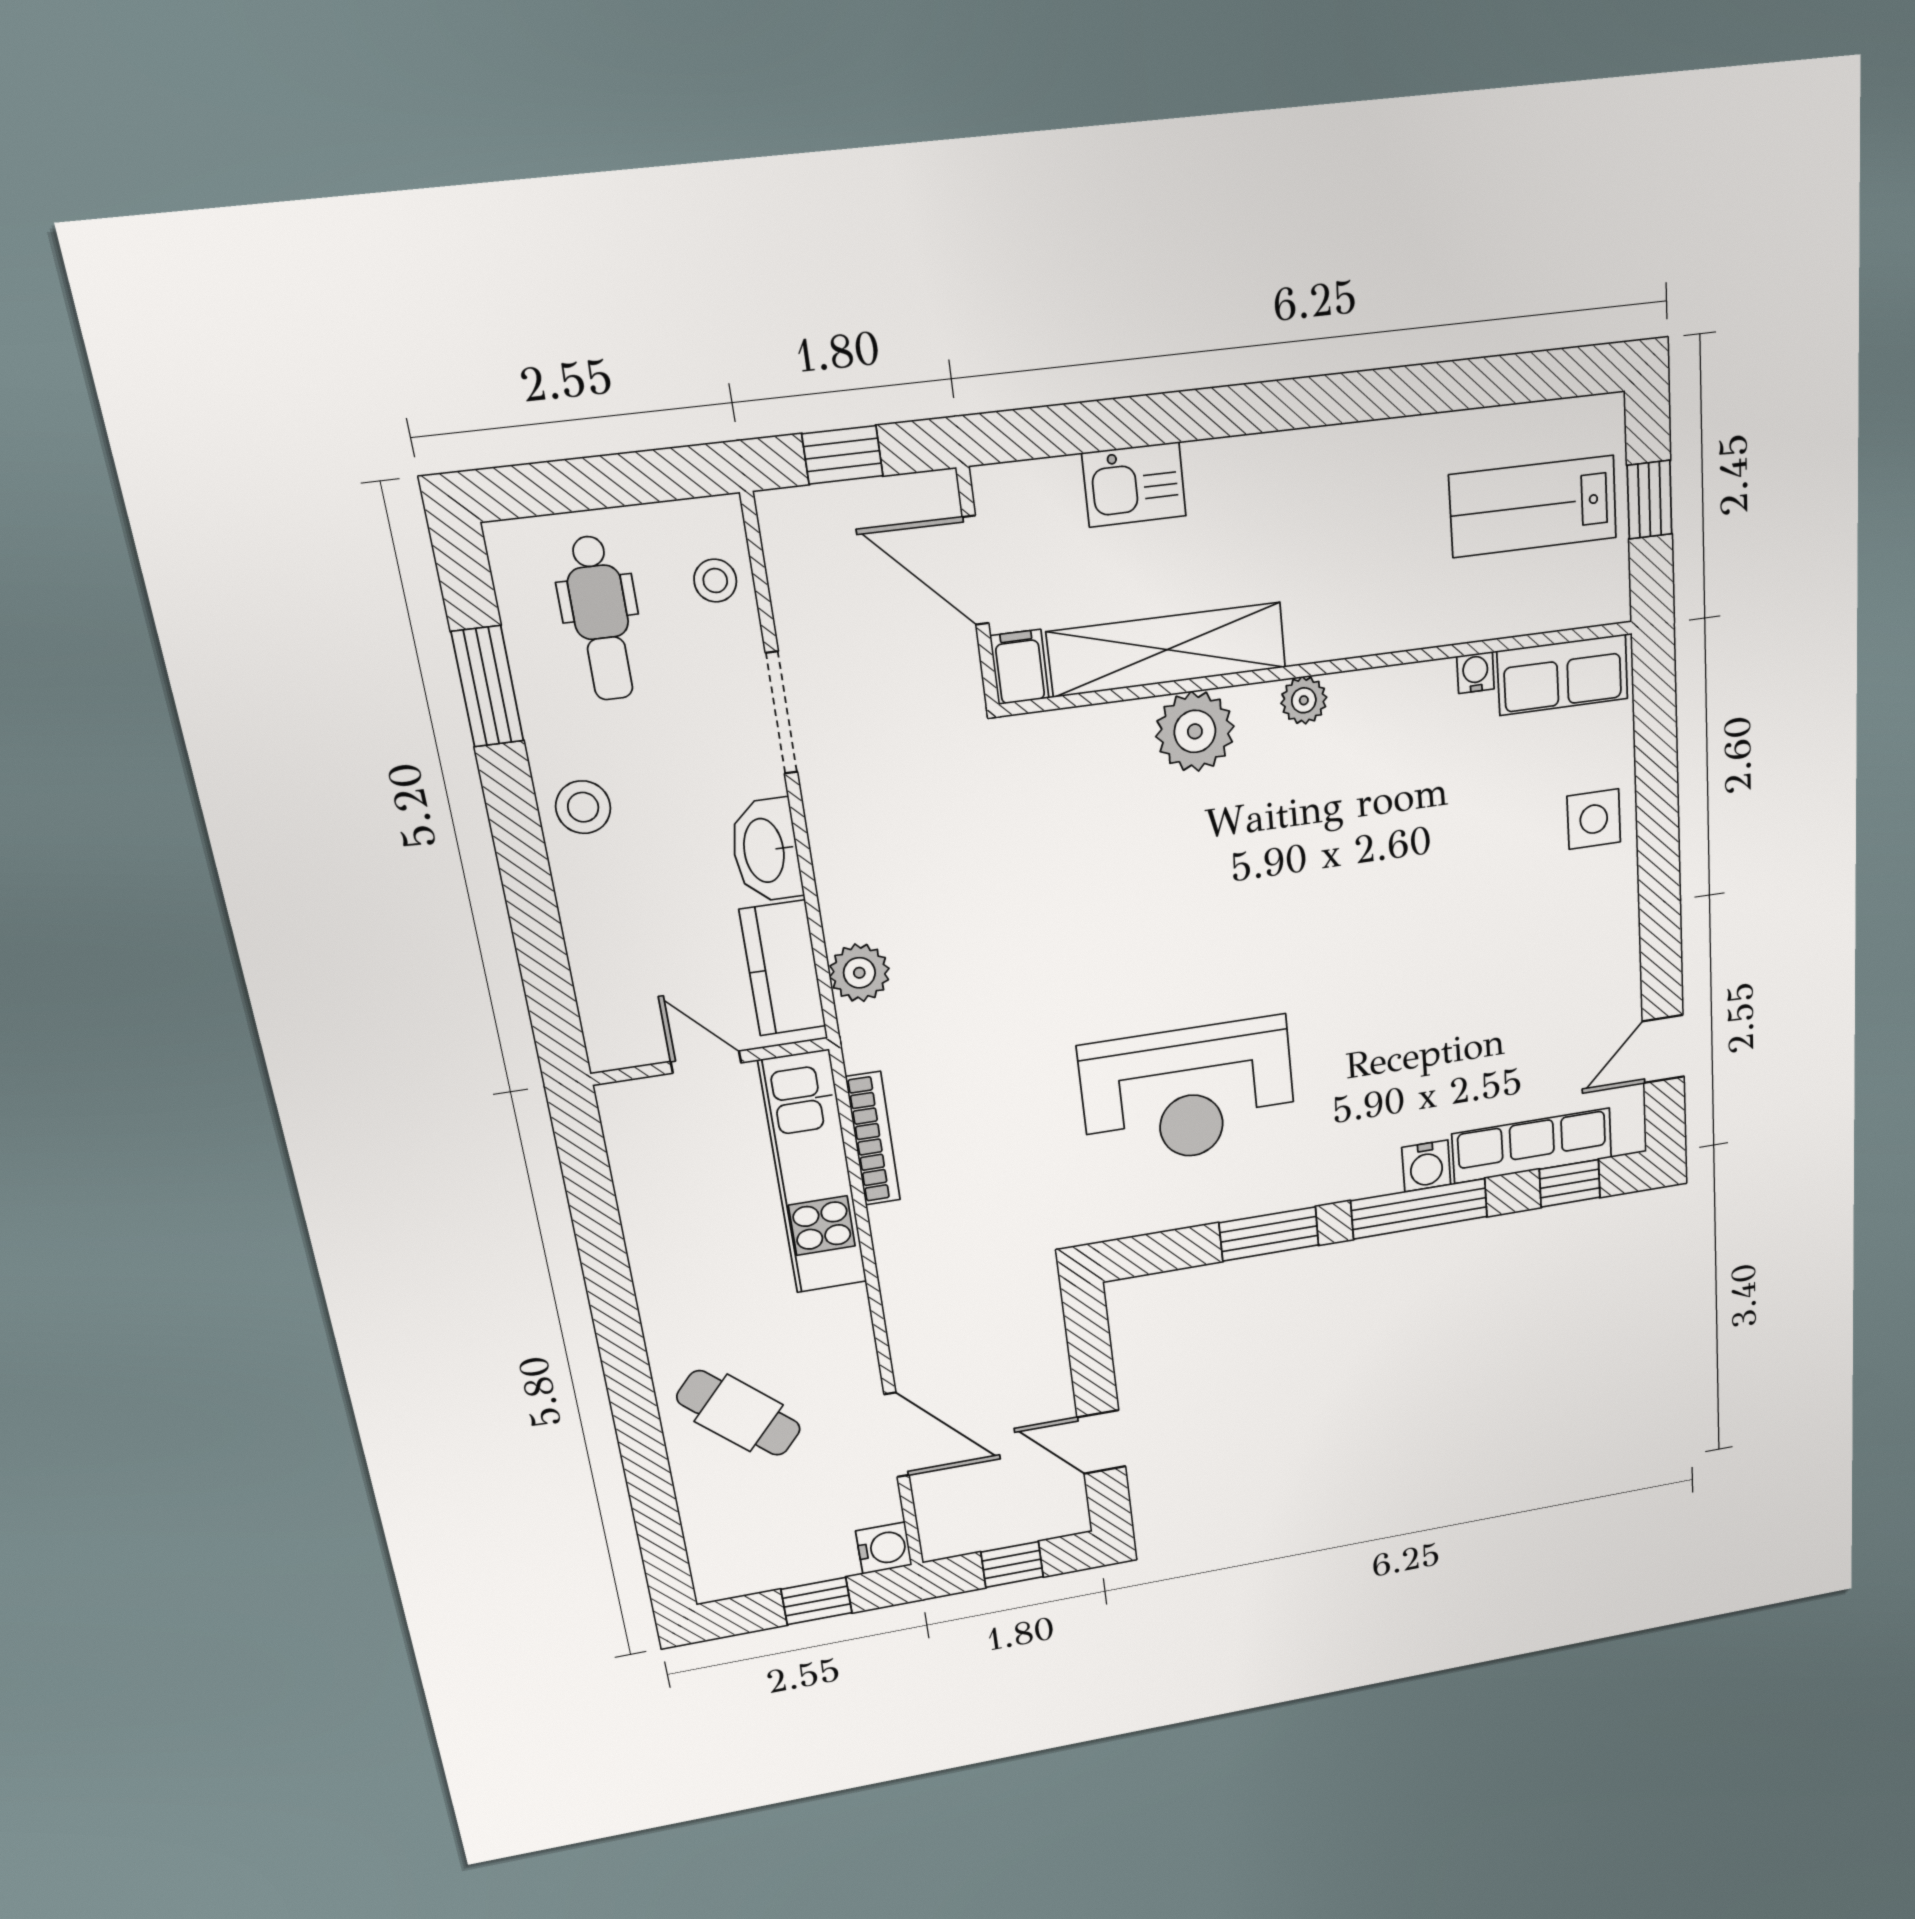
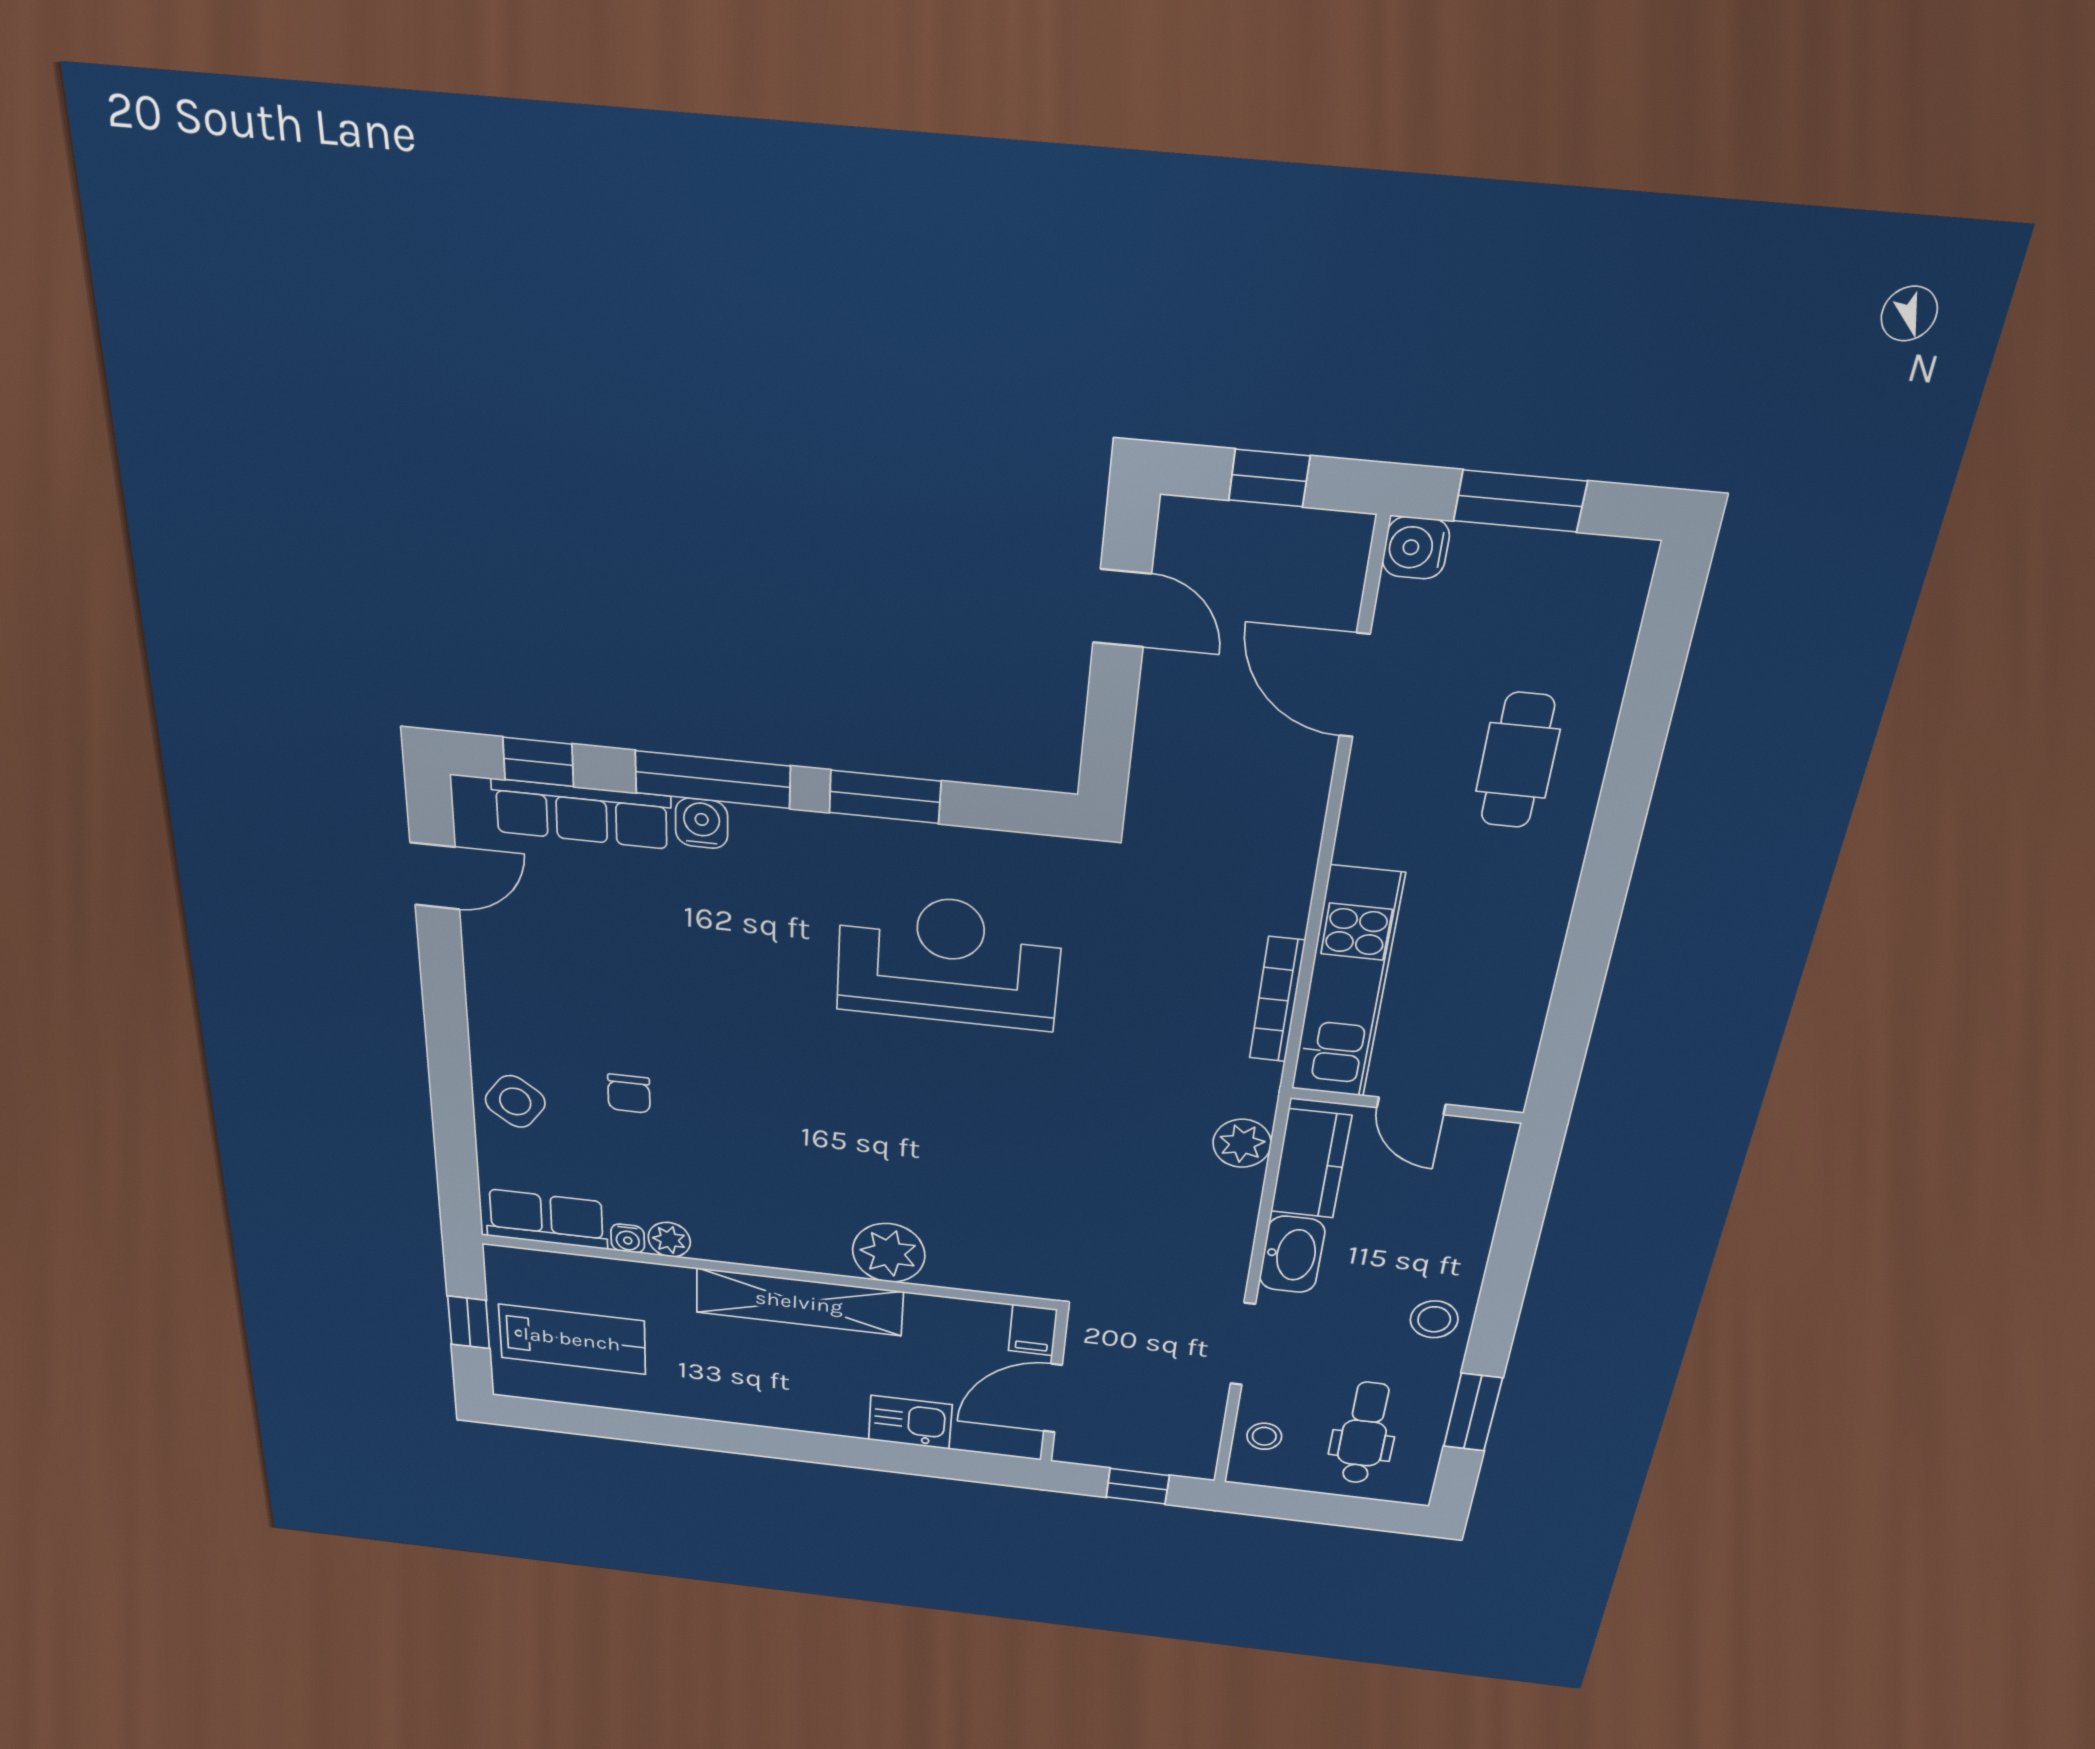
door: (976, 570) -> (1053, 1398), swing flipped
shelving: (1167, 650) -> (799, 1302), moved
plant: (1304, 700) -> (669, 1240), moved
side table: (1594, 819) -> (515, 1101), turned 36
chair: (1481, 860) -> (629, 1094), added
cafe table: (739, 1413) -> (1518, 761), turned 48
window: (817, 1601) -> (1520, 501), width x1.50

